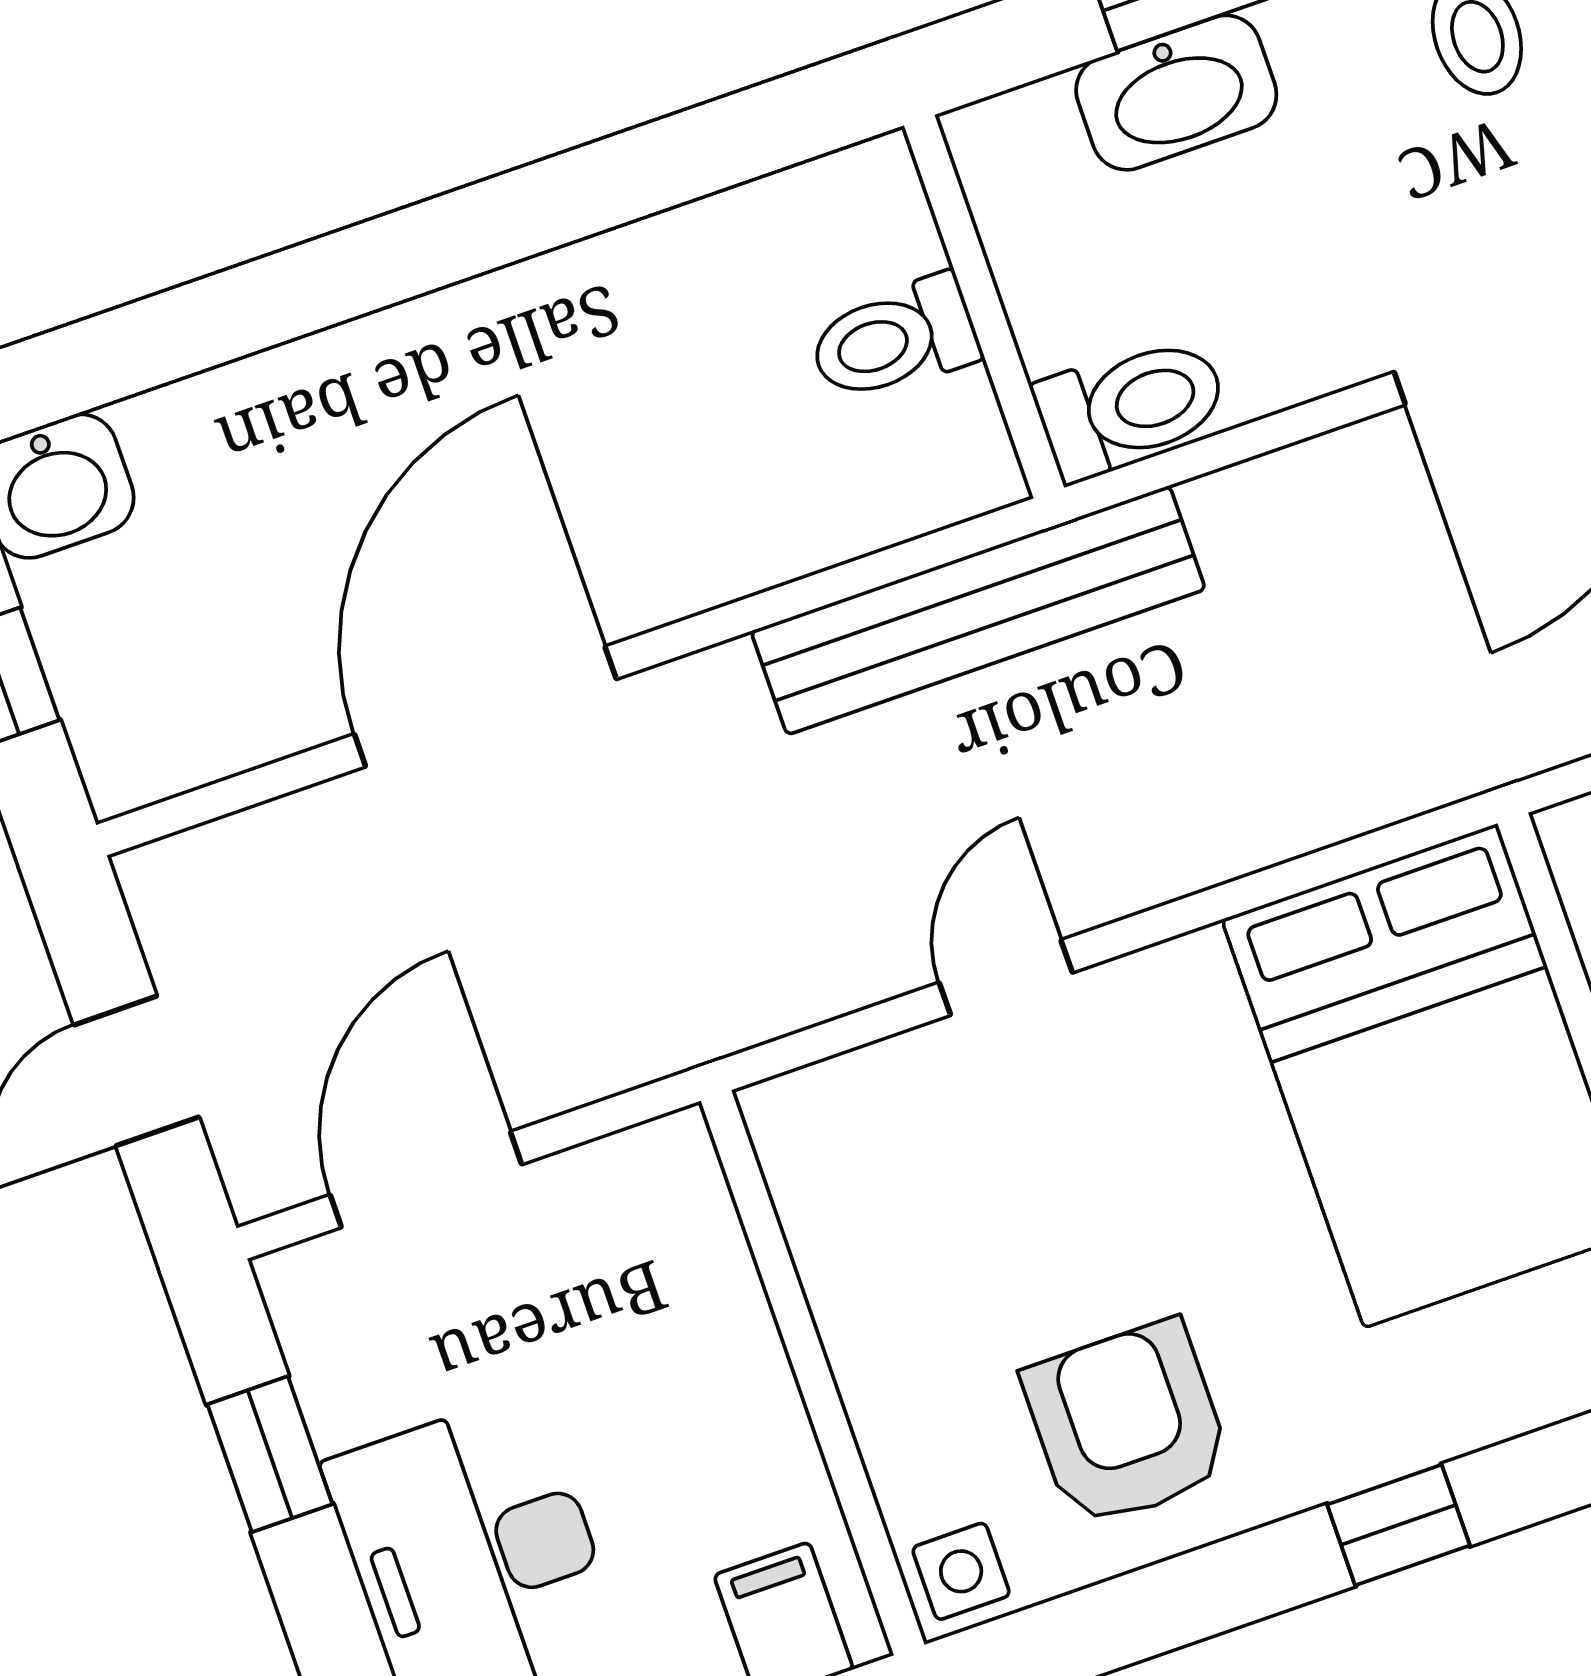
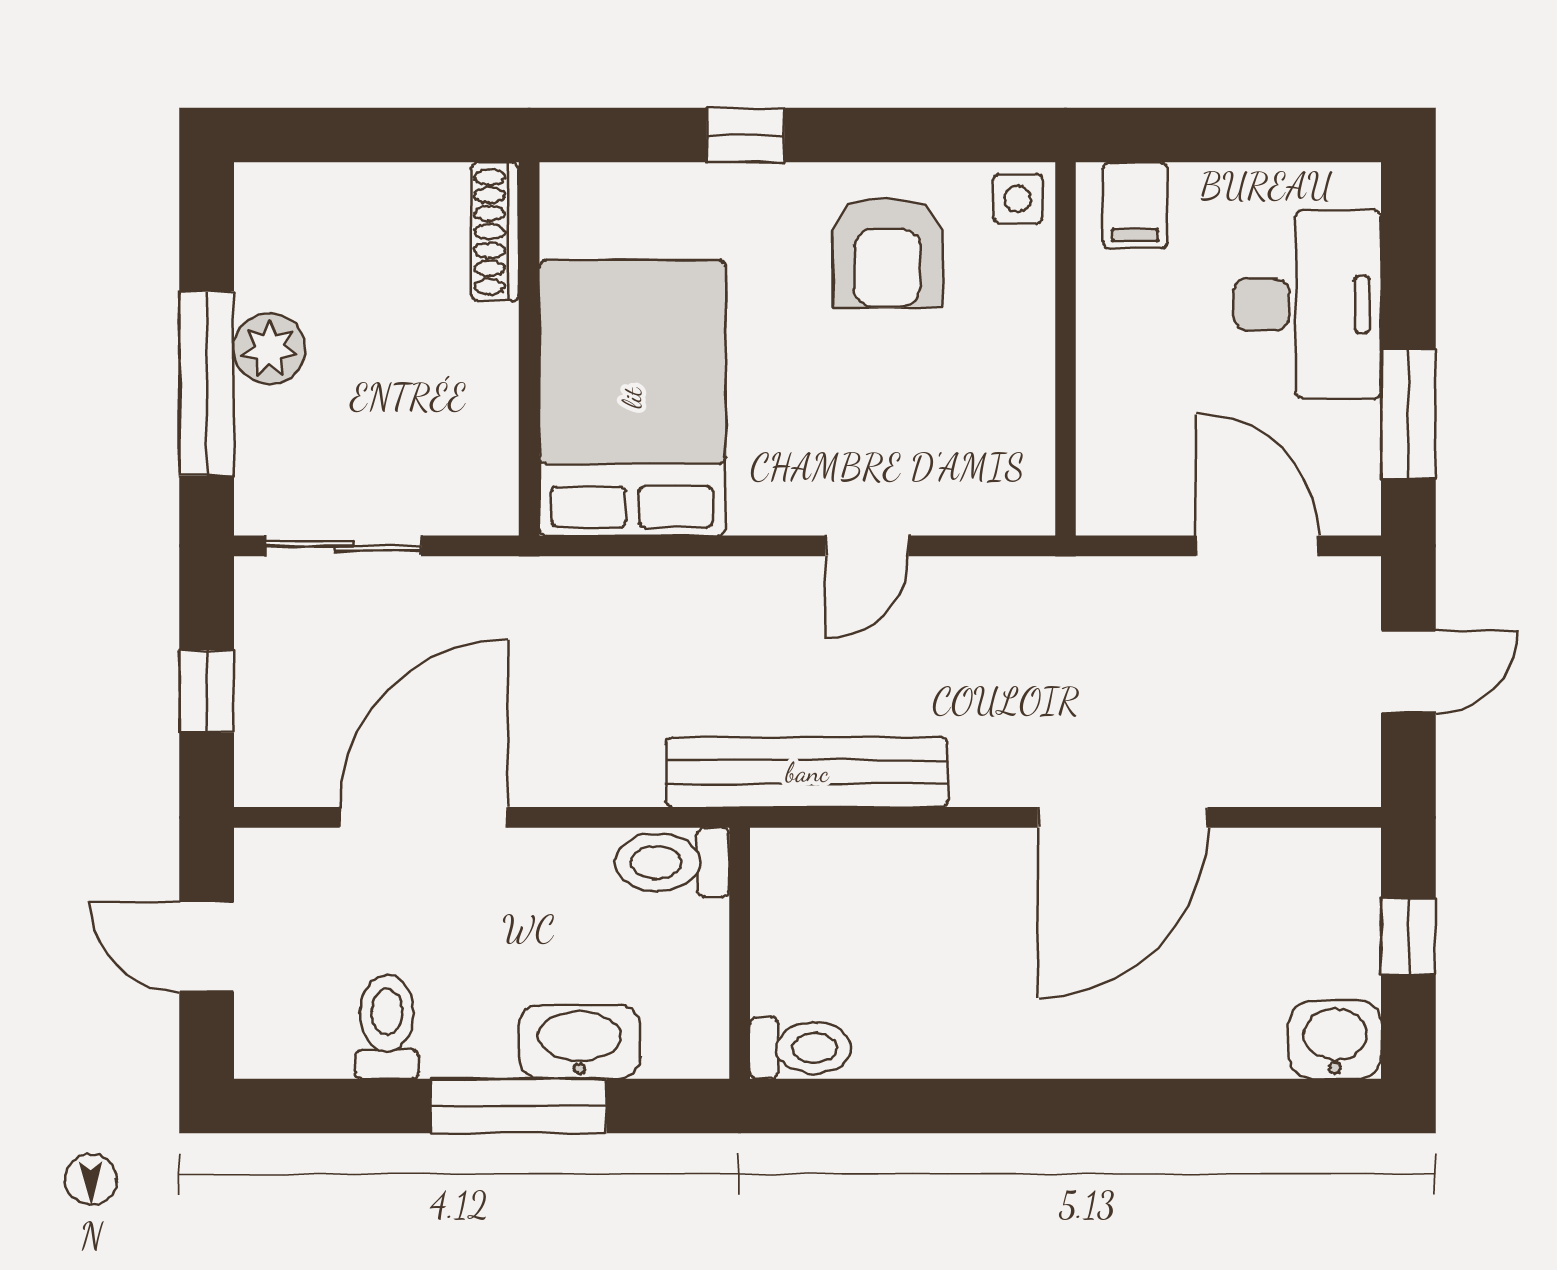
toilet: (894, 339) -> (800, 1048), moved
door: (426, 1180) -> (1257, 546), swing flipped
window: (270, 1454) -> (1408, 414), width x1.50

